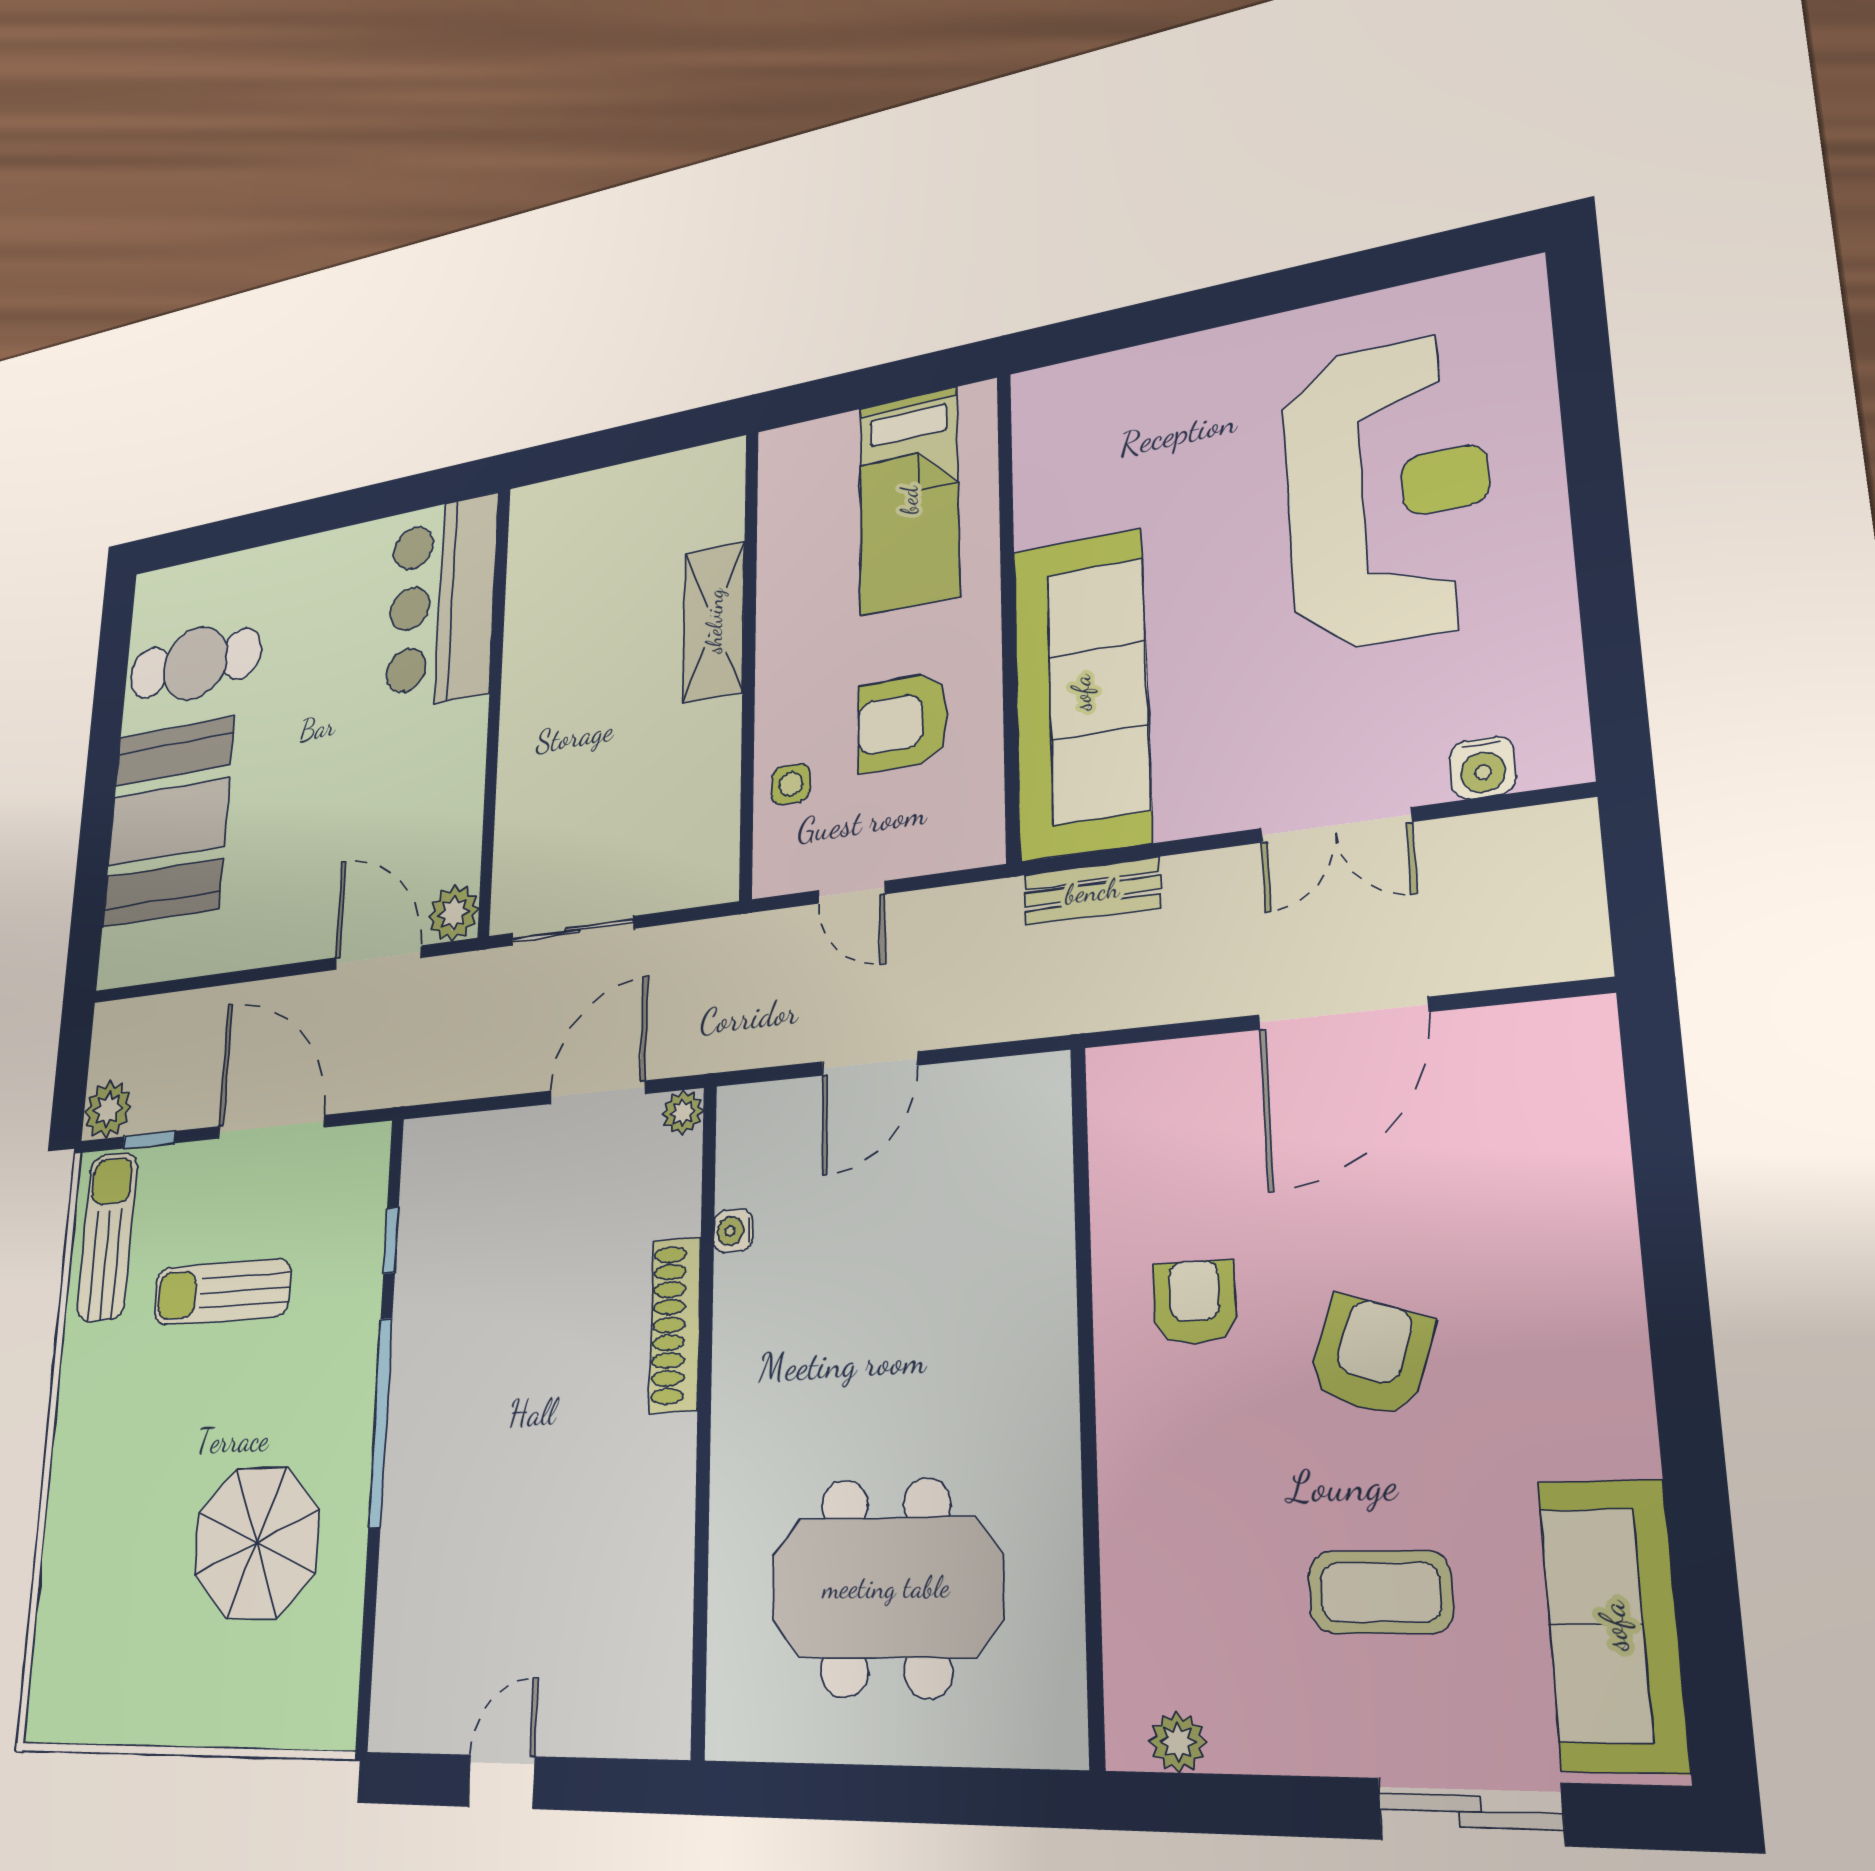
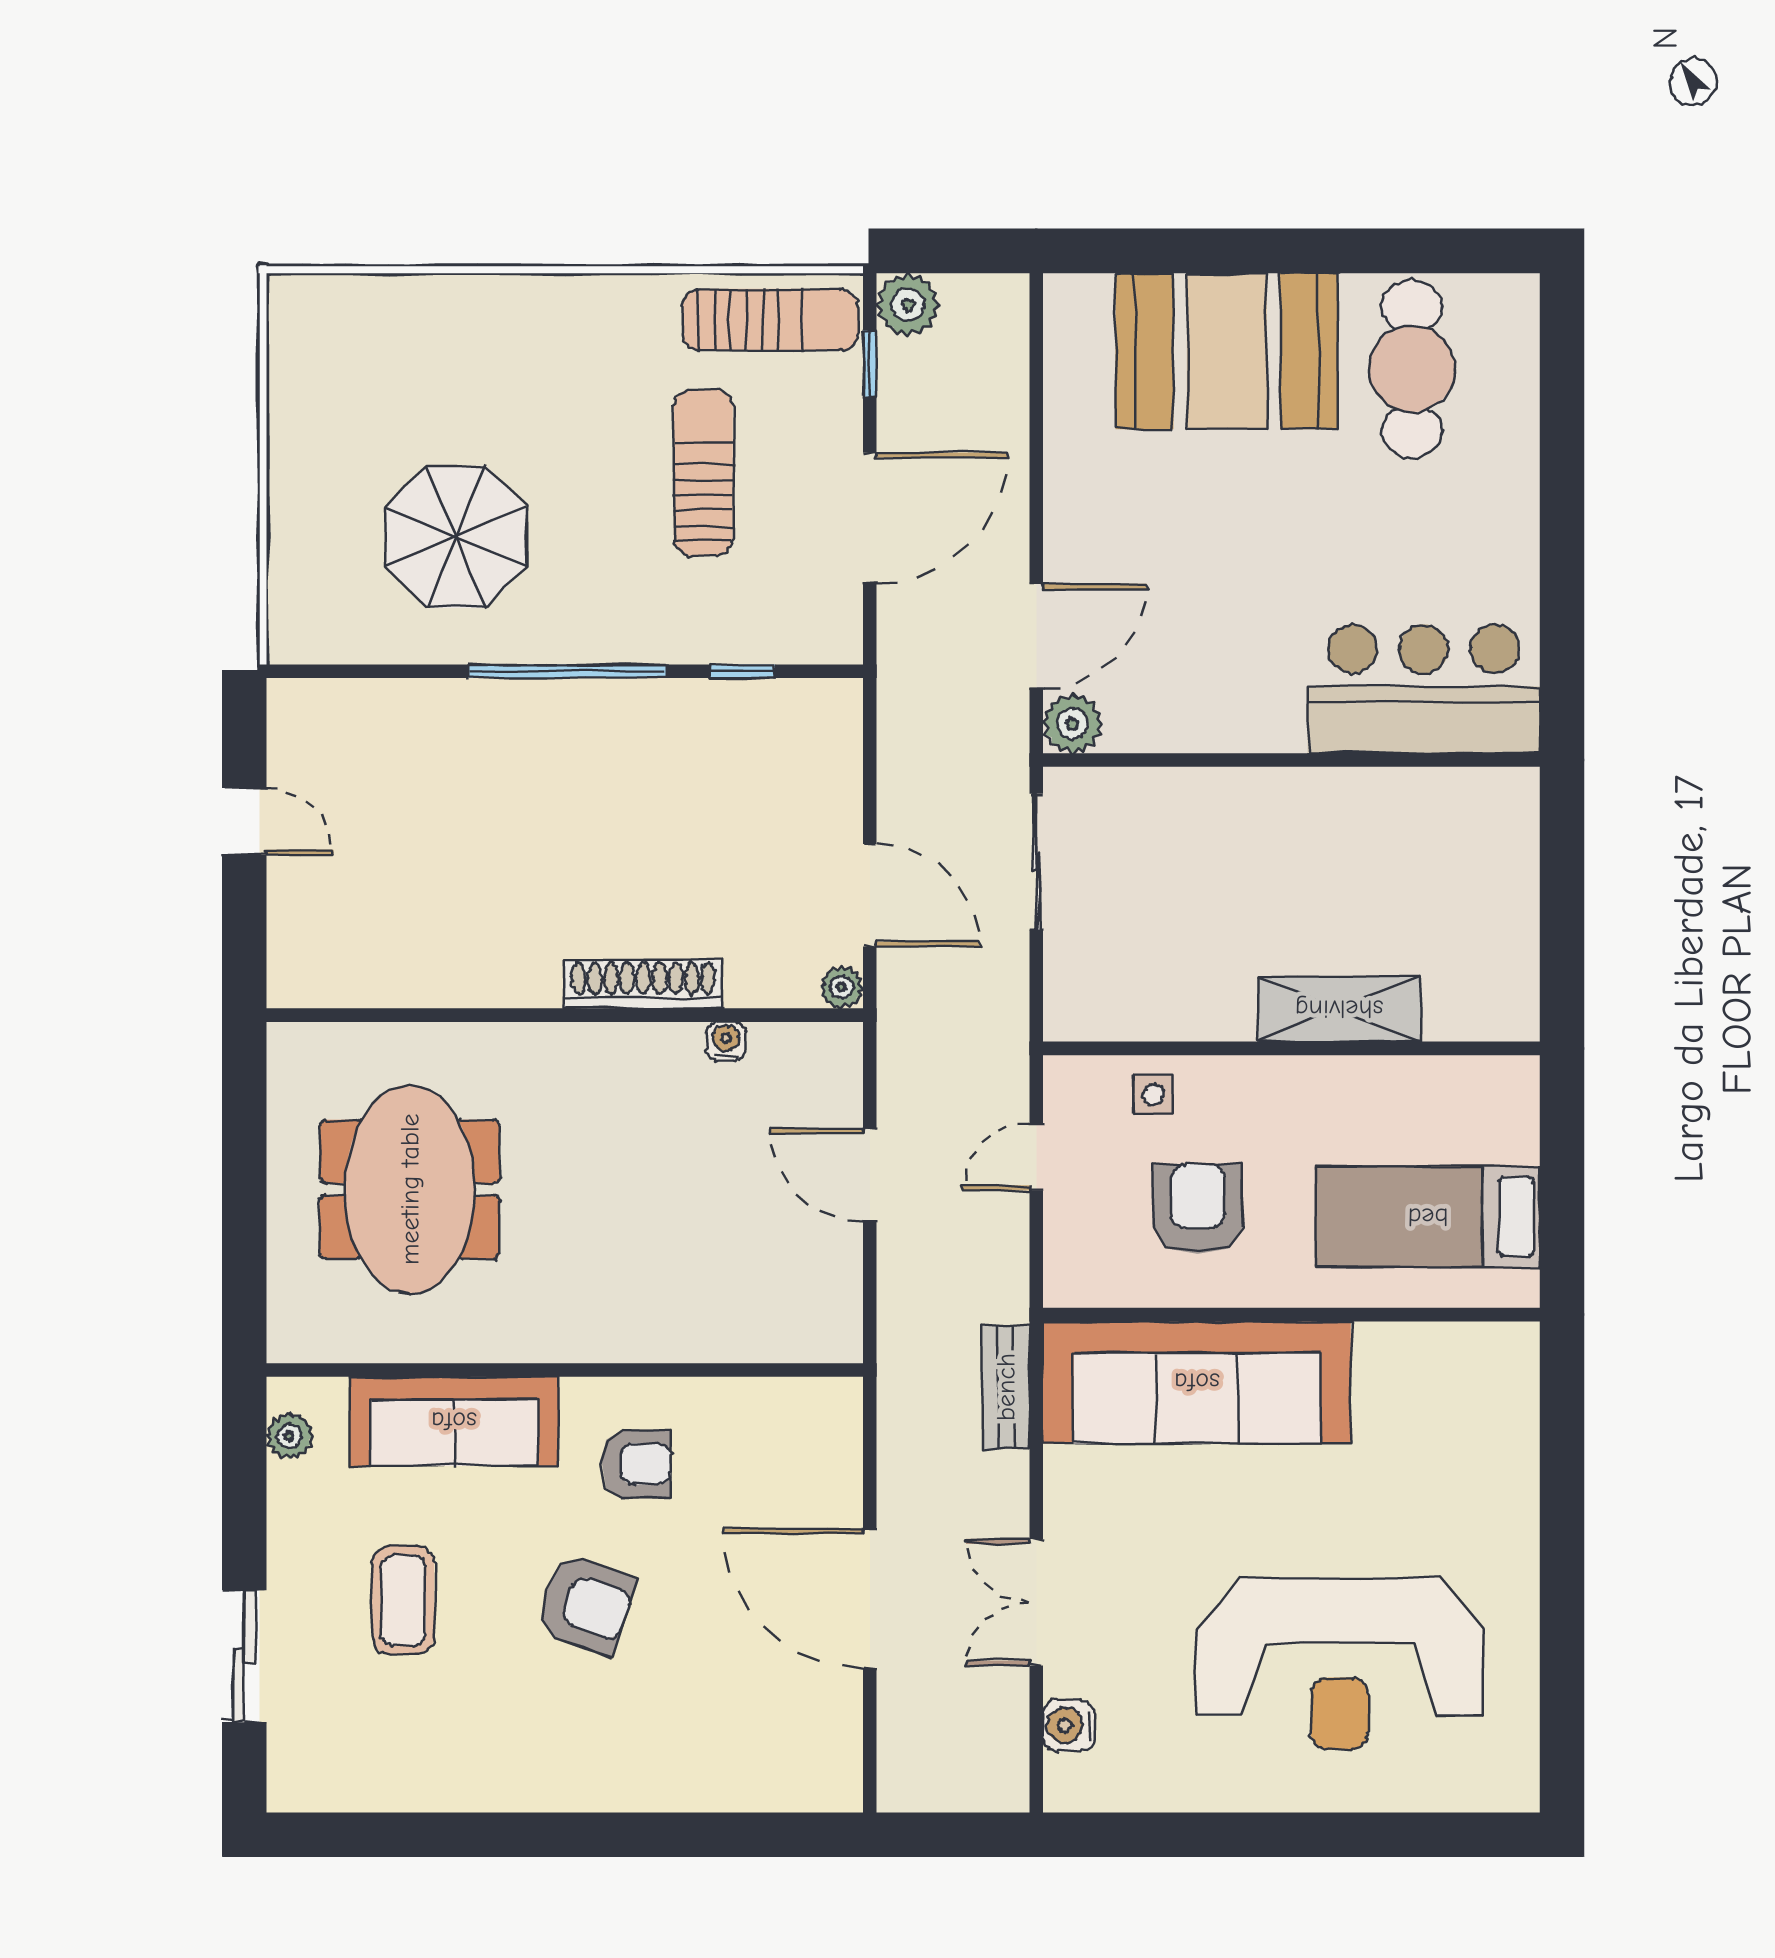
sofa: (1613, 1625) -> (454, 1421), moved, turned 180

